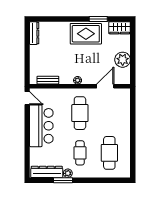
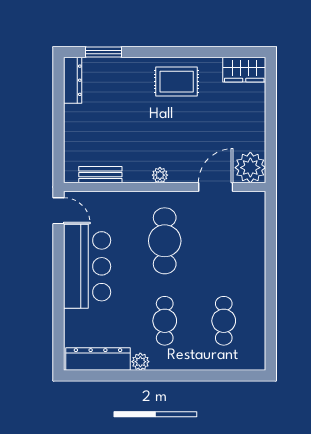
window: (98, 19) -> (103, 52), moved
rug: (86, 34) -> (177, 82), width x0.73, depth x0.70
plant: (123, 60) -> (250, 168), moved
cafe table: (109, 153) -> (224, 321), width x0.73, depth x0.74
window: (63, 180) -> (131, 376), removed

